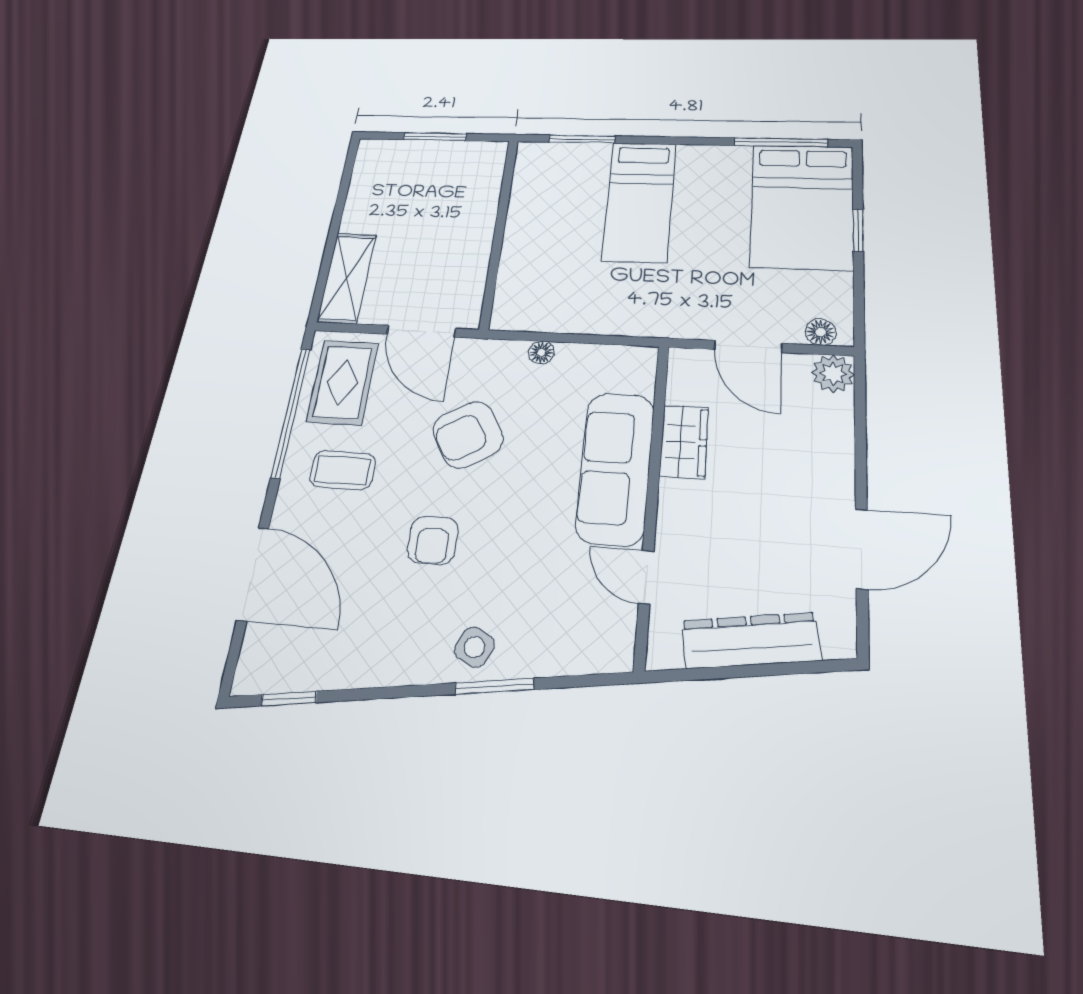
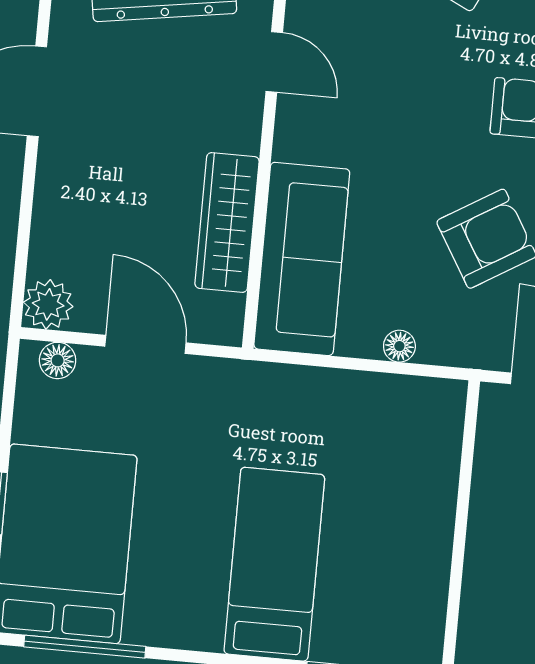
wardrobe: (684, 442) -> (227, 222), width x1.50
sofa: (615, 468) -> (302, 259), moved

